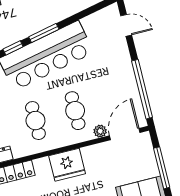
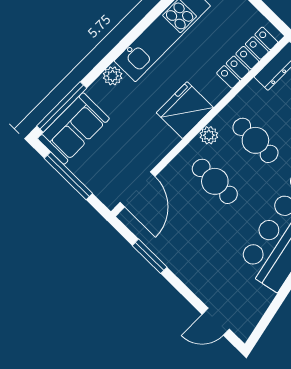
window: (142, 89) -> (150, 256), width x0.47
plant: (100, 131) -> (209, 135), moved

